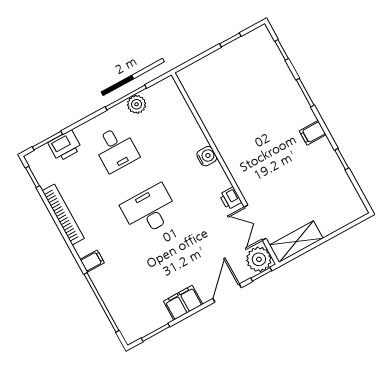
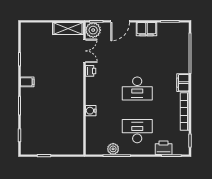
desk: (116, 149) -> (137, 131), width x1.37
water cooler: (207, 156) -> (91, 111), moved
filing cabinet: (92, 261) -> (183, 83), width x2.00

